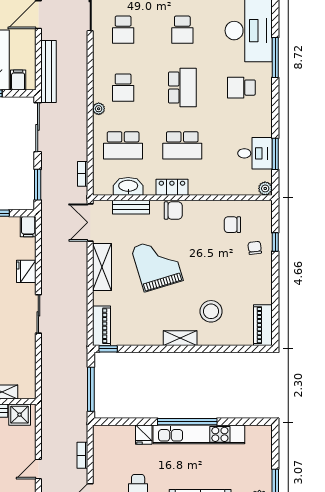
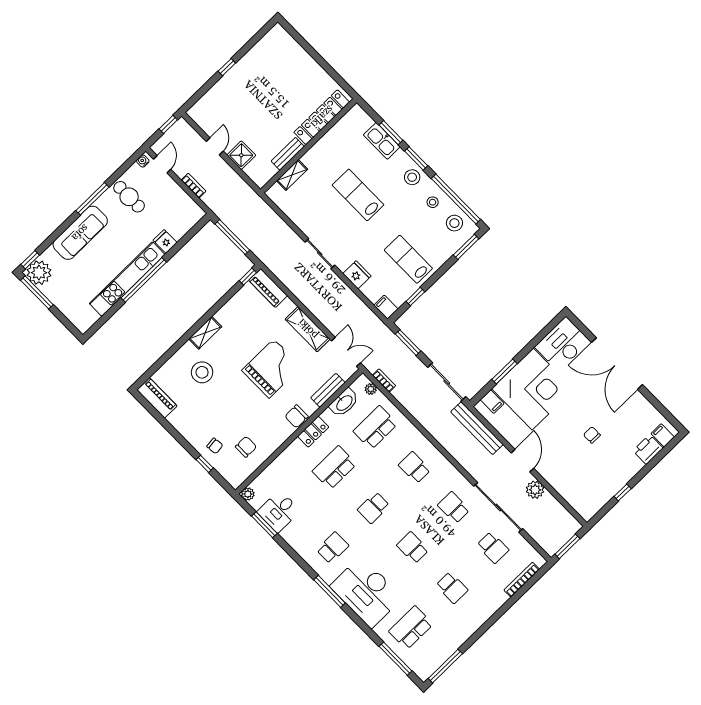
school desk: (182, 88) -> (374, 508), width x0.54
plant: (99, 109) -> (371, 389), moved
grand piano: (157, 264) -> (272, 369), turned -73
shower: (20, 415) -> (241, 155), moved

